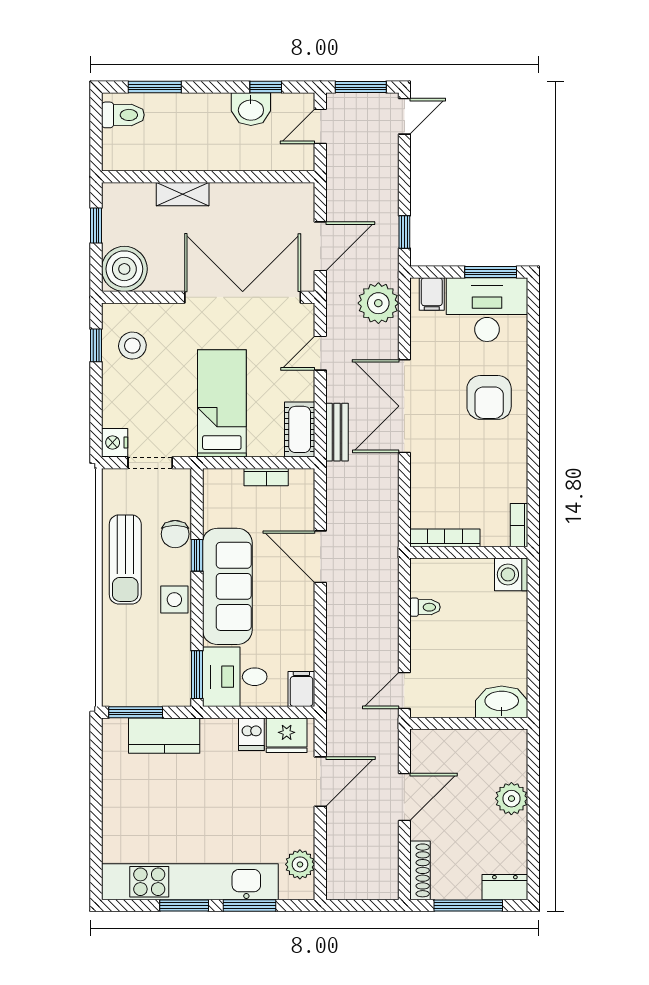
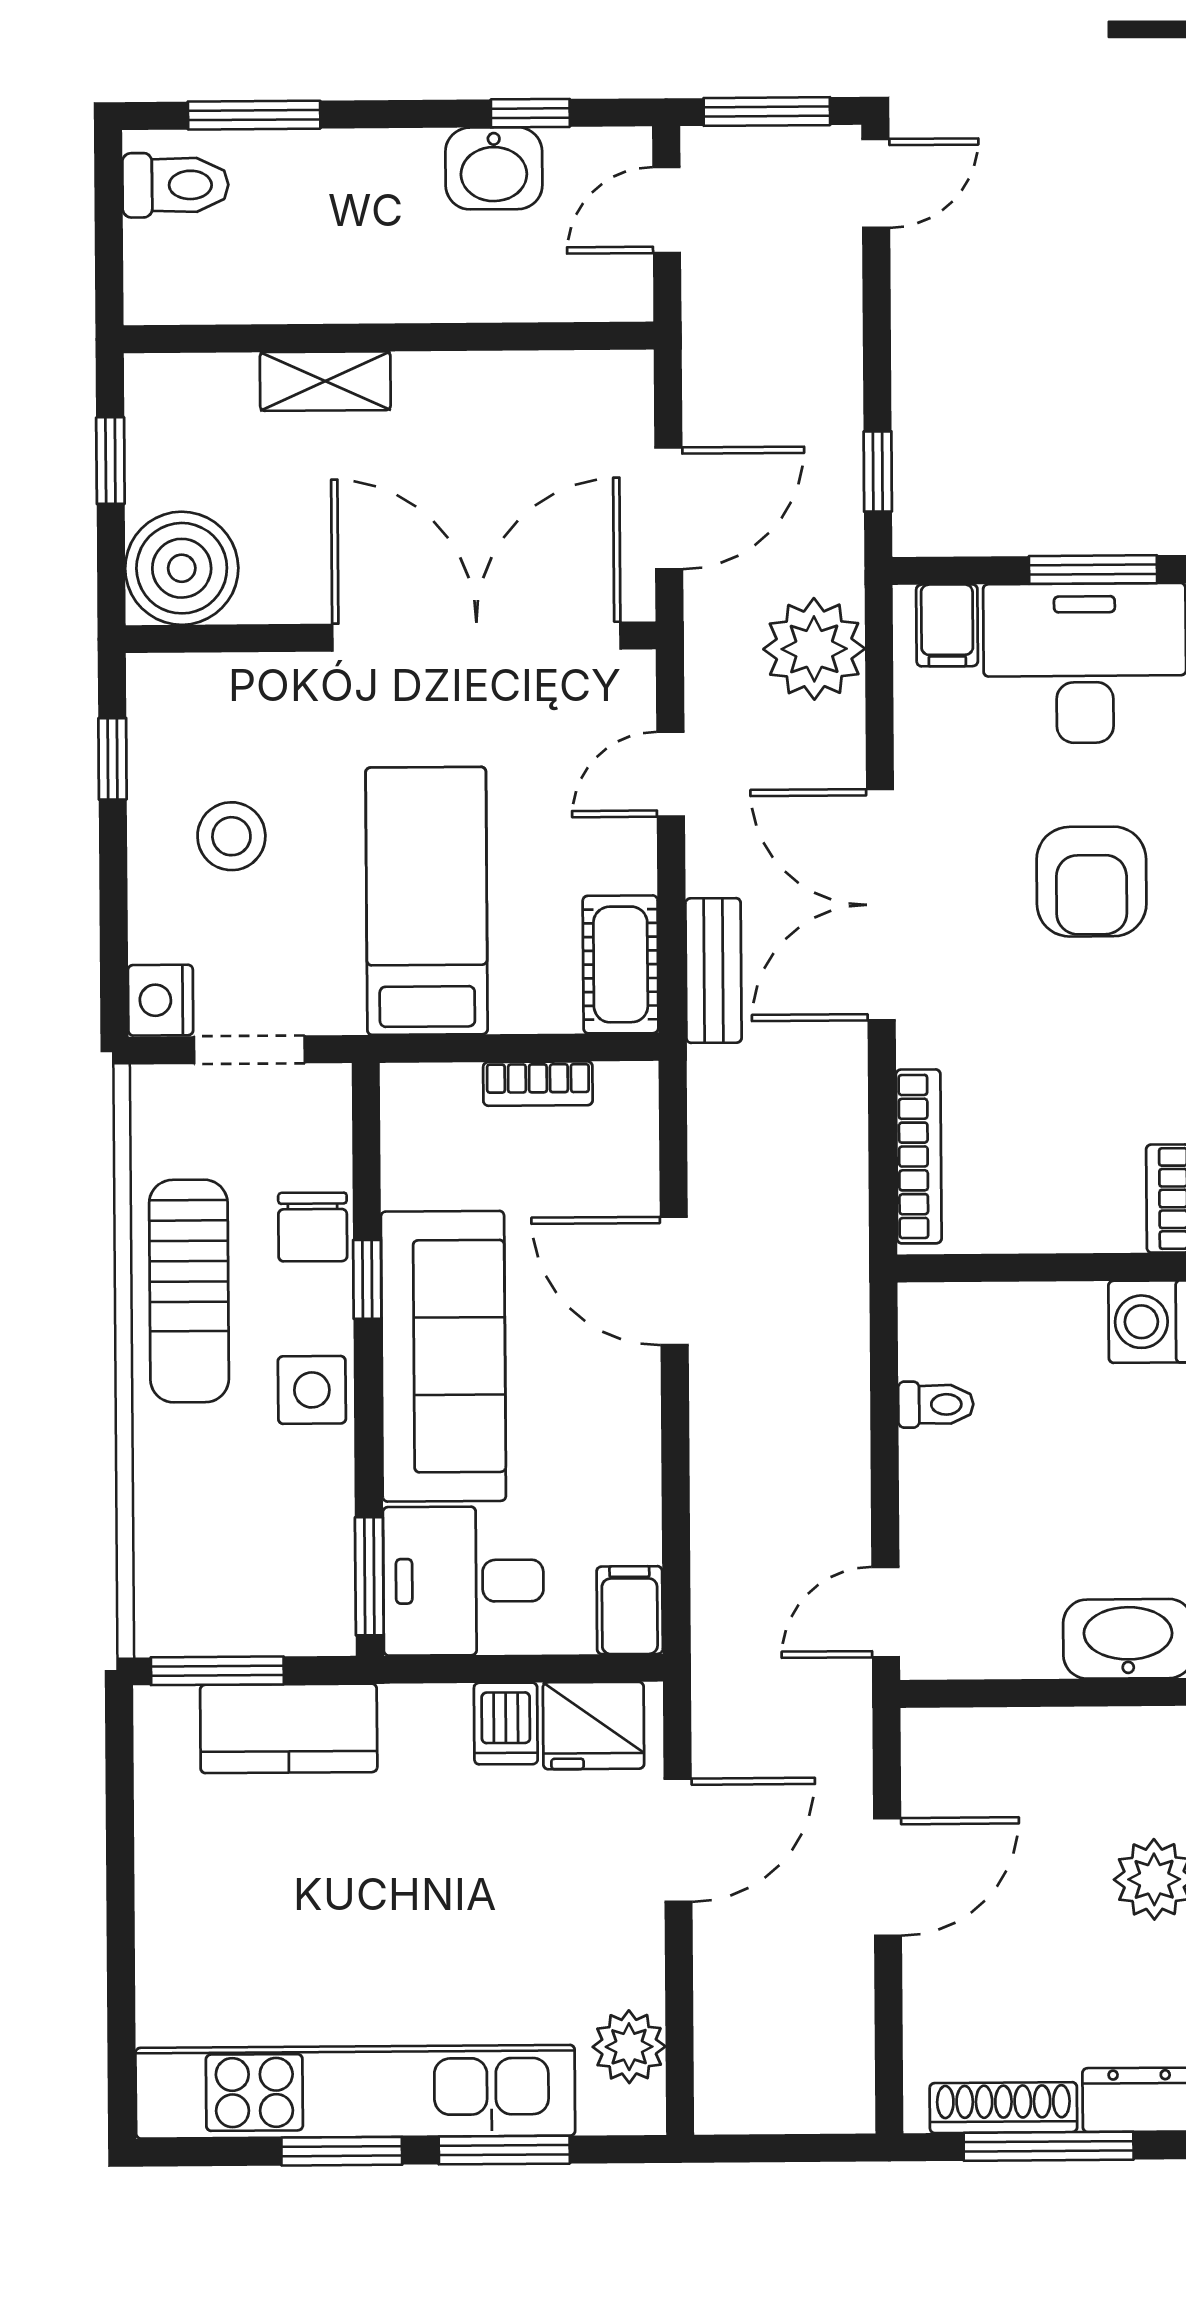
stool: (132, 346) -> (231, 836), moved
bookcase: (445, 538) -> (919, 1156), moved, turned 90
shoe rack: (420, 870) -> (1003, 2108), moved, turned -90

